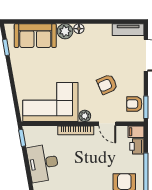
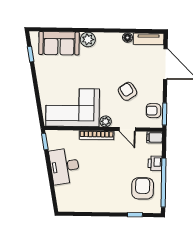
floor lamp: (79, 29) -> (127, 38), moved
armchair: (107, 84) -> (128, 91), turned 80
printer: (137, 146) -> (155, 163), moved

